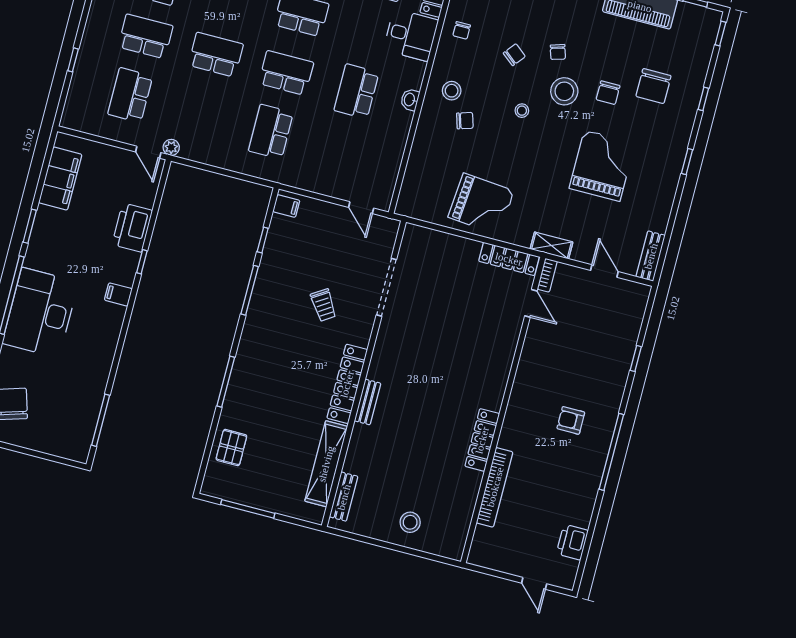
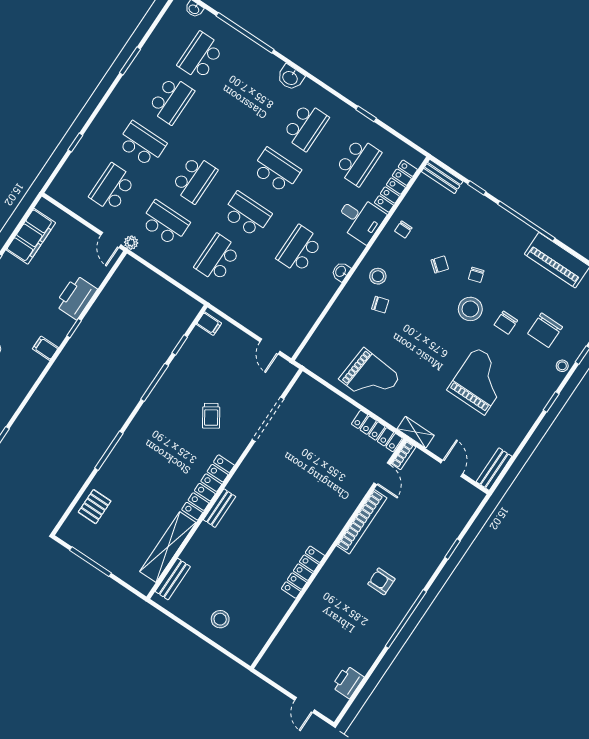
school desk: (216, 55) -> (194, 179), turned 90
stool: (522, 111) -> (562, 366), moved
school desk: (201, 113) -> (165, 223), added
bookcase: (495, 487) -> (362, 522), moved

